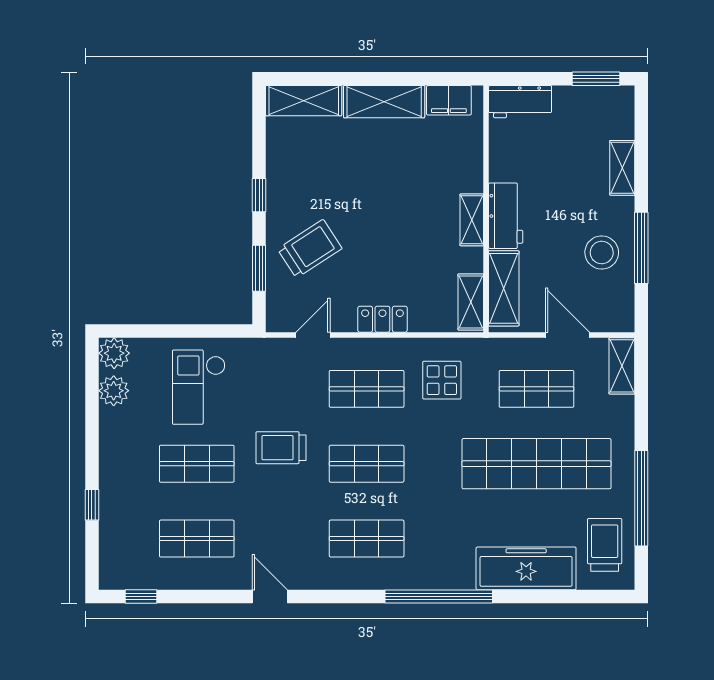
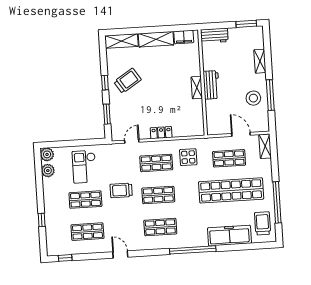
trolley: (310, 249) -> (128, 81), moved
shelving: (504, 288) -> (212, 116), removed
shelving: (471, 302) -> (199, 123), removed

